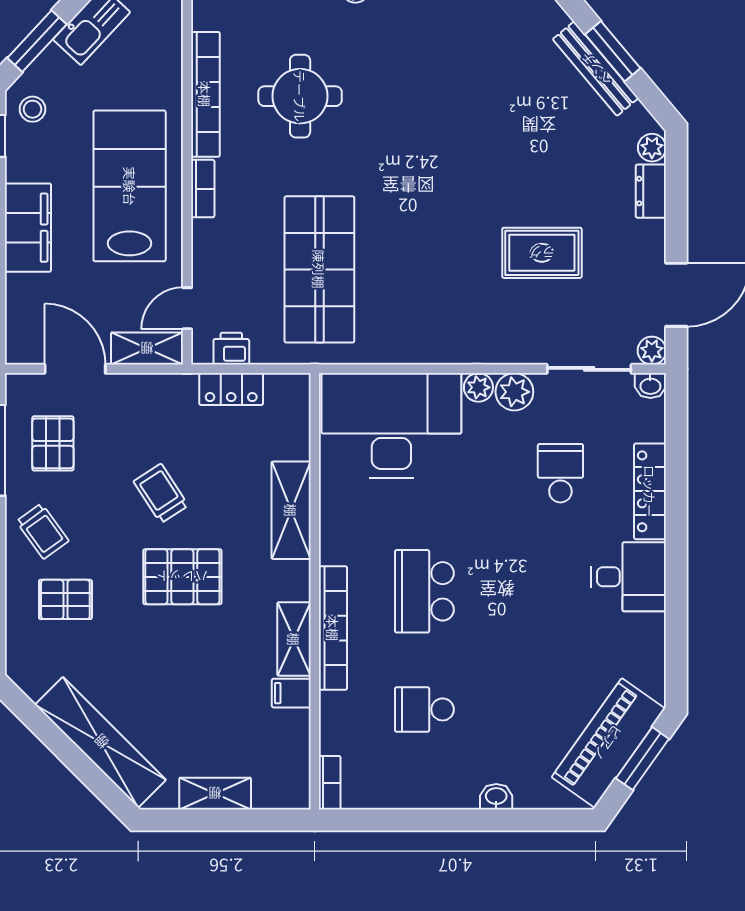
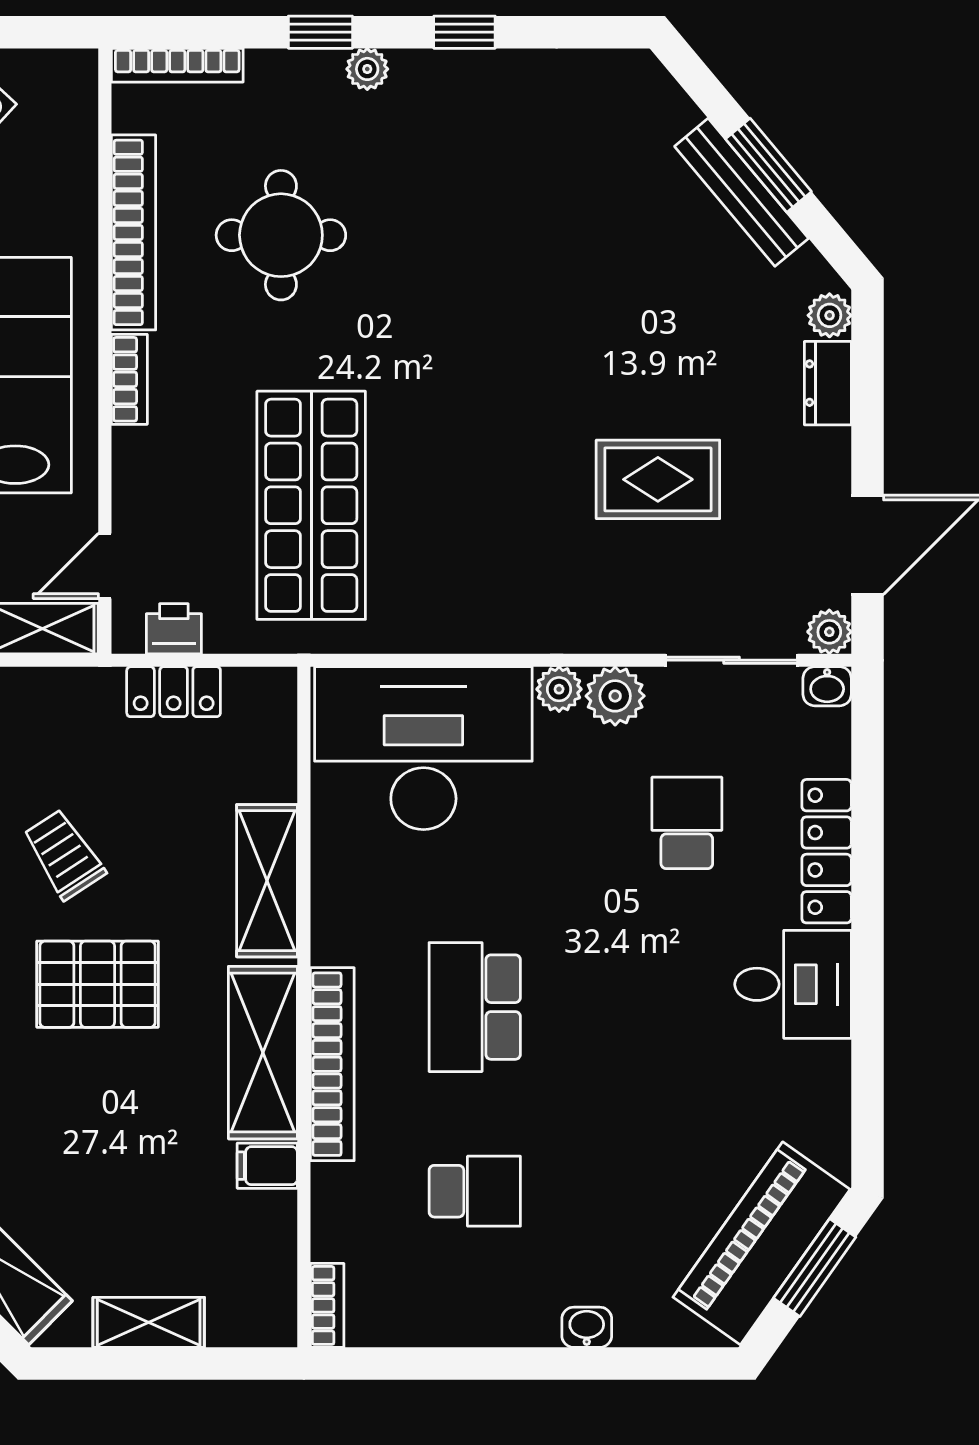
shelving: (294, 639) -> (263, 1053), width x1.50, depth x1.33
school desk: (424, 709) -> (475, 1191), turned 180

